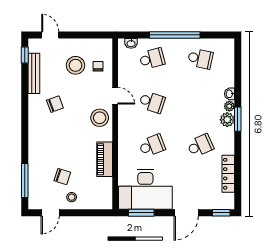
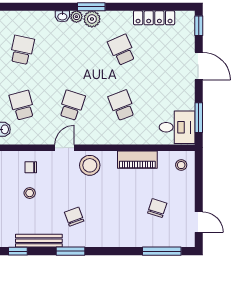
stool: (75, 65) -> (30, 193), width x0.53, depth x0.53
window: (25, 101) -> (71, 251), added
desk: (145, 189) -> (177, 127), width x0.53, depth x0.77
stool: (72, 197) -> (181, 165), moved

